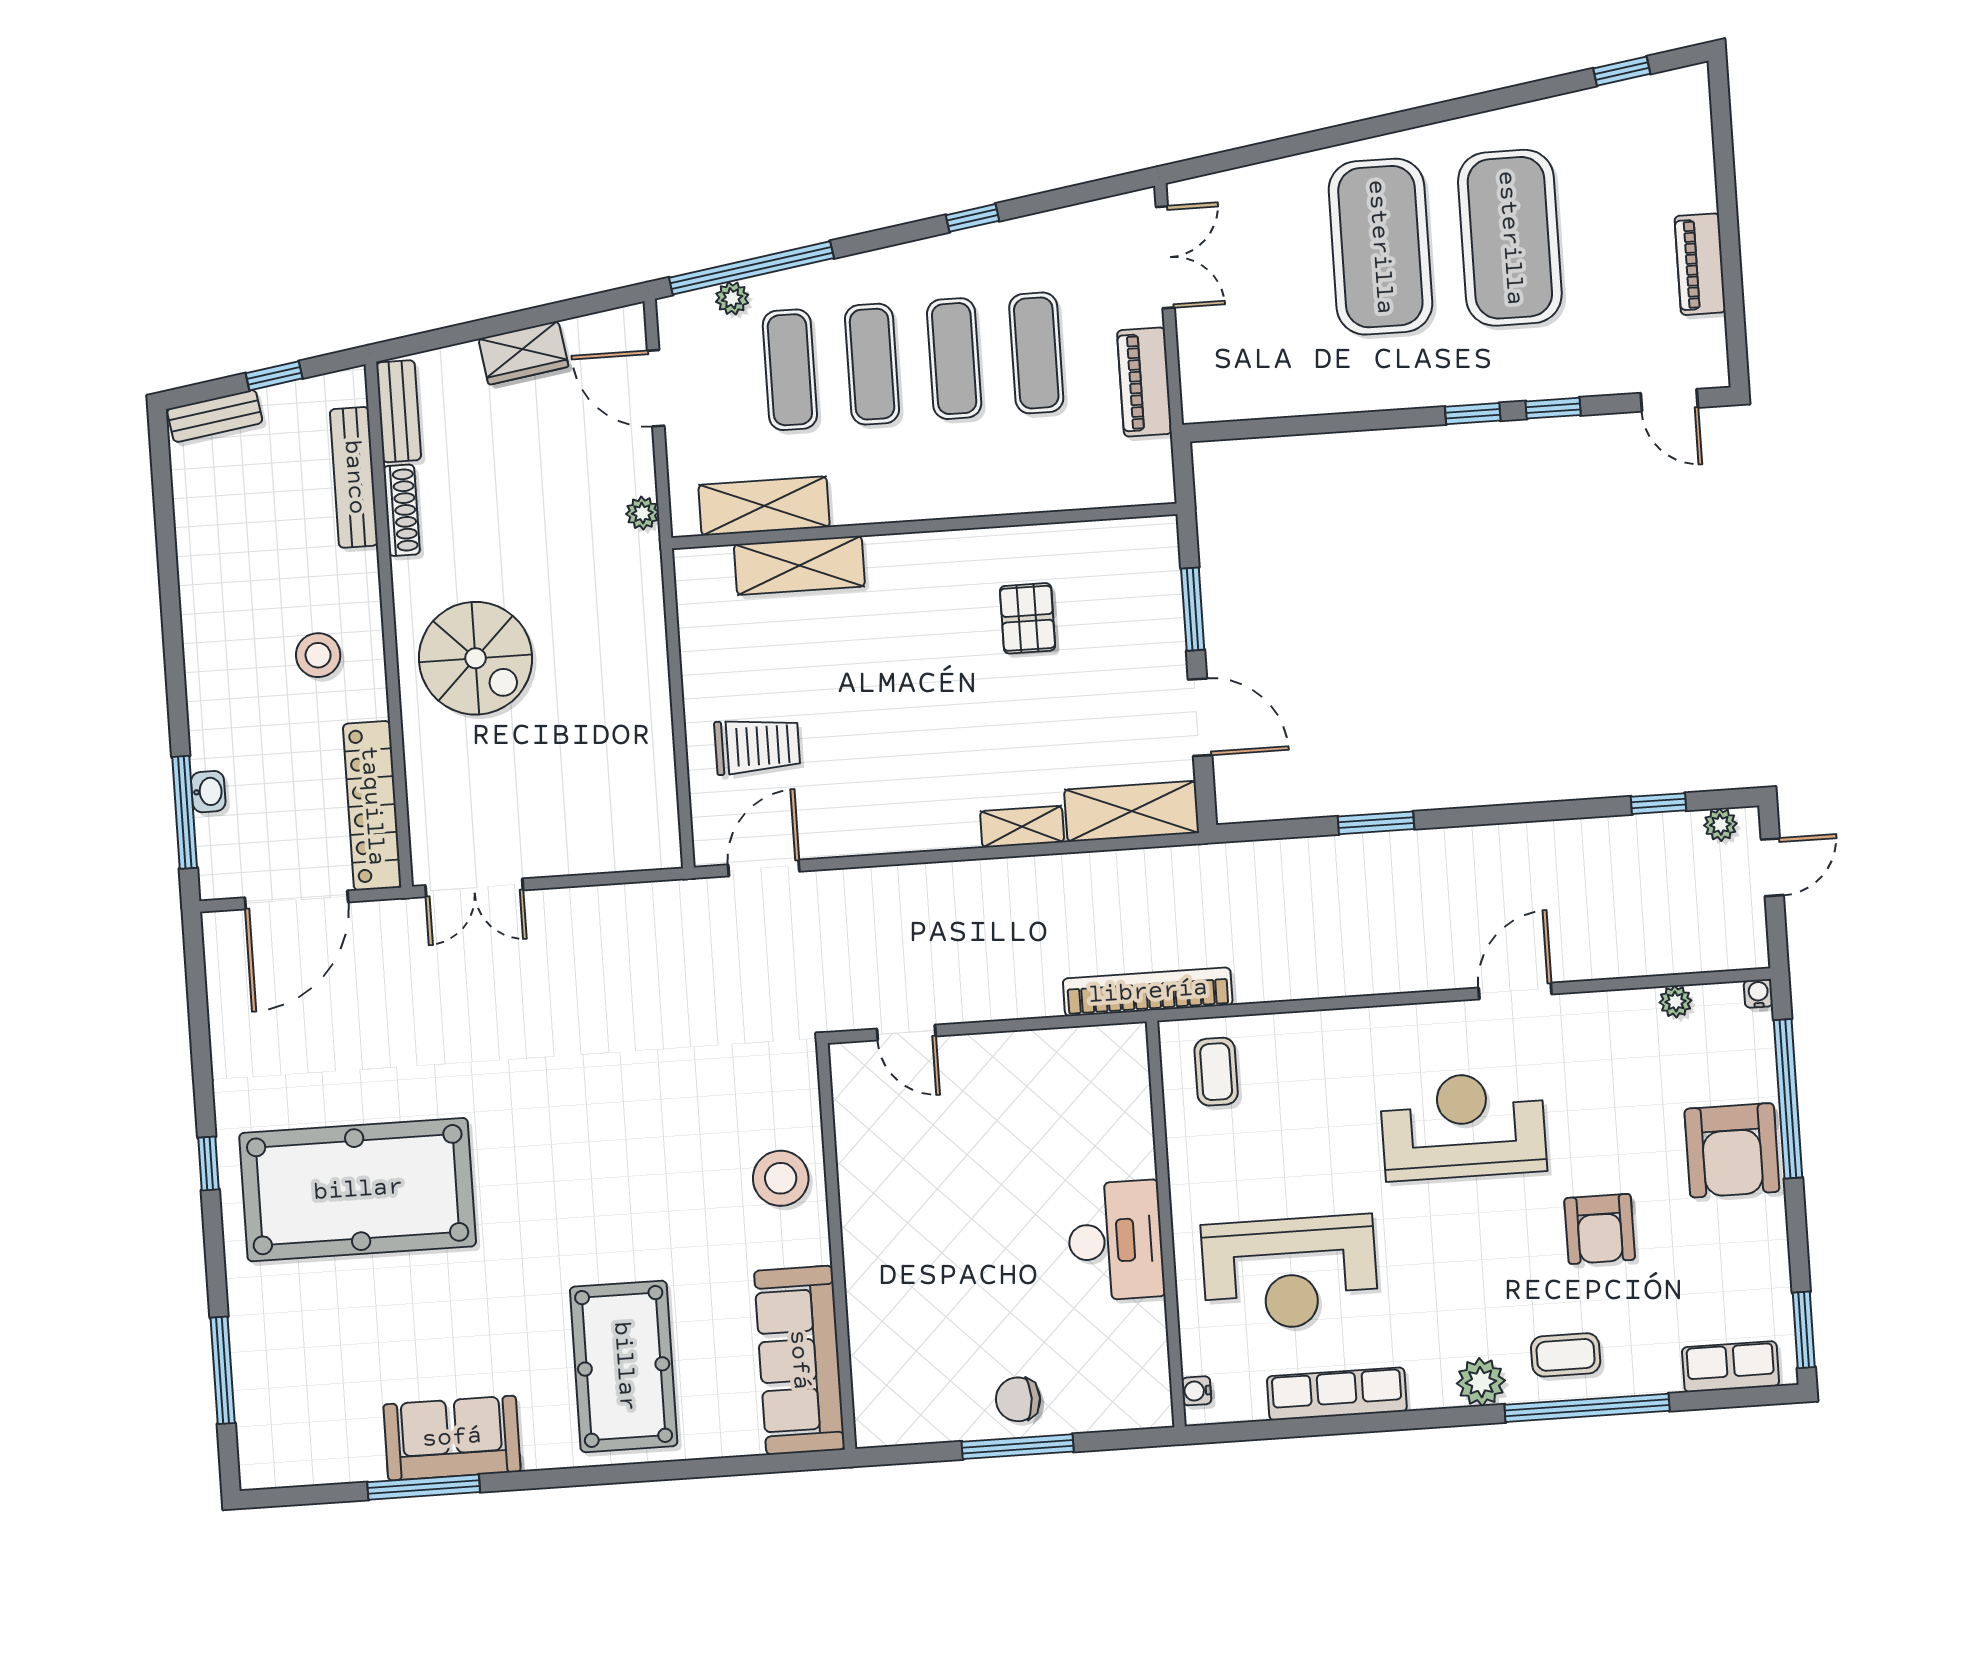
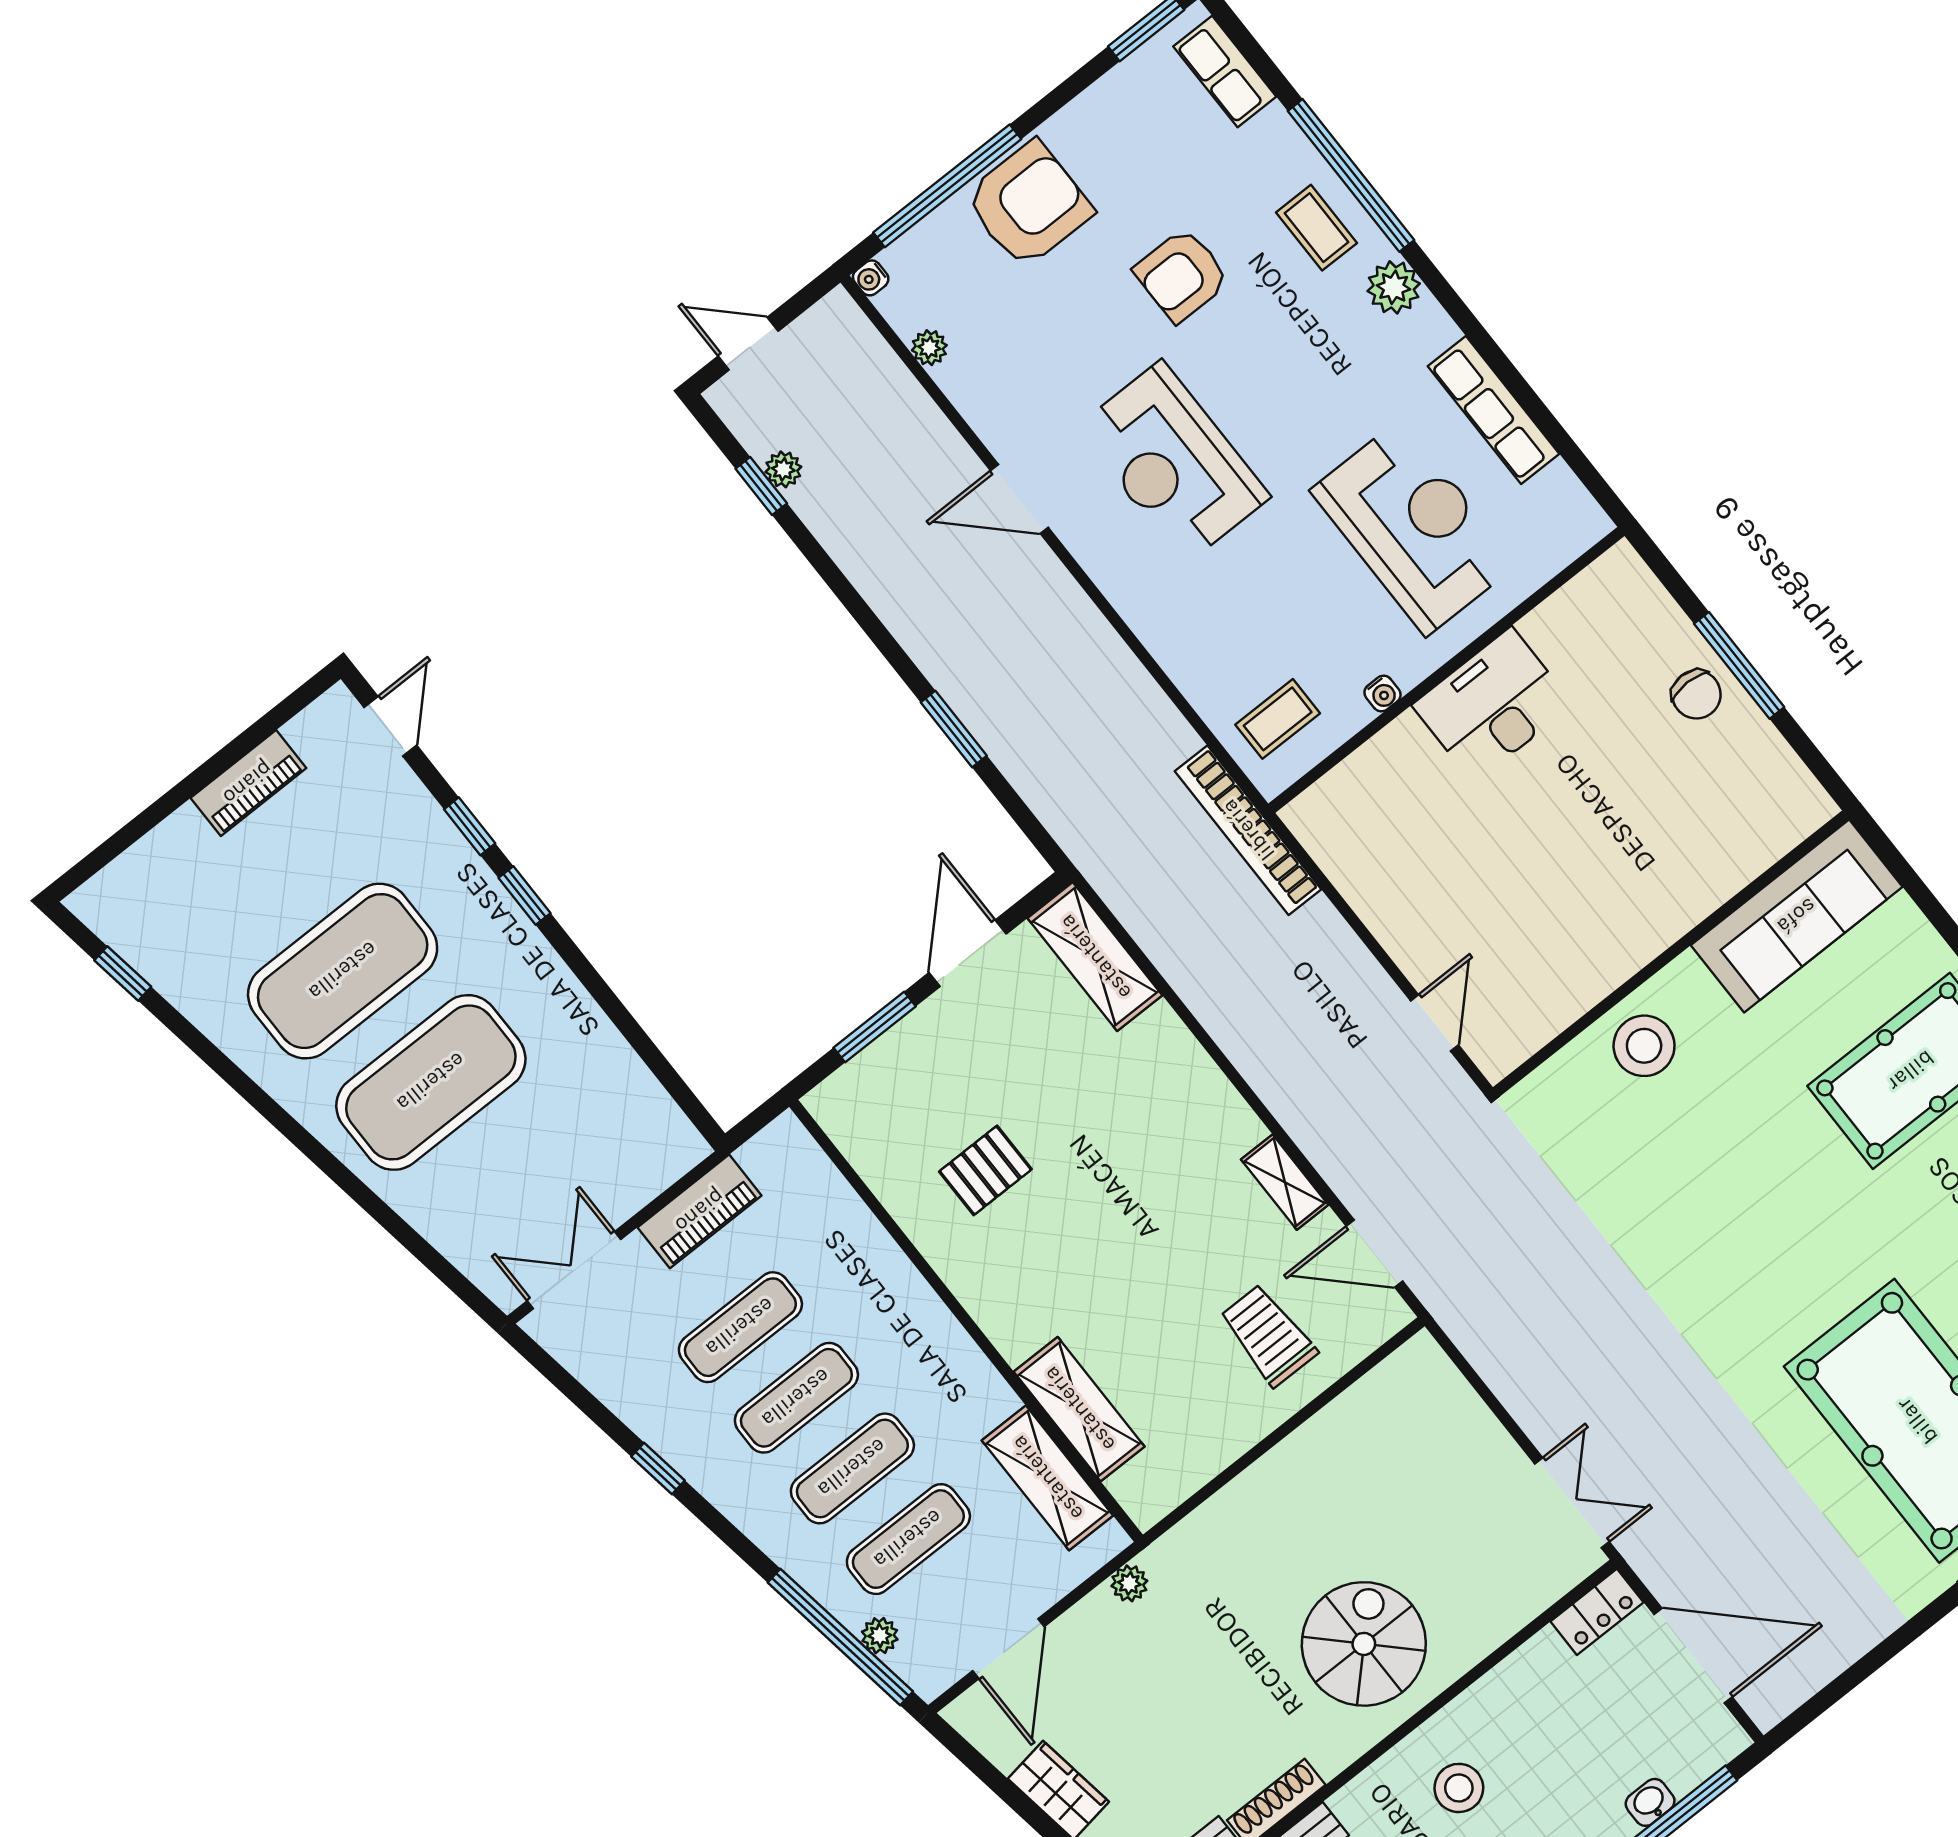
locker: (372, 806) -> (1597, 1612), width x0.46, depth x0.83
plant: (1720, 825) -> (783, 469), moved
shelving: (1022, 827) -> (1285, 1182), moved
armchair: (1600, 1229) -> (1182, 275), turned 180
water cooler: (1196, 1391) -> (1382, 694), moved

